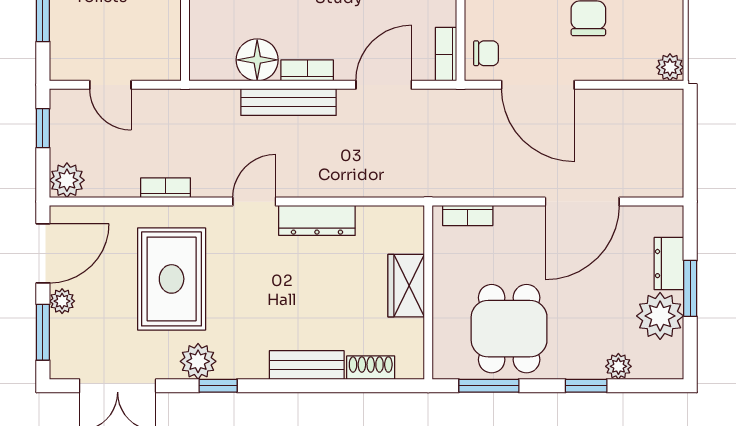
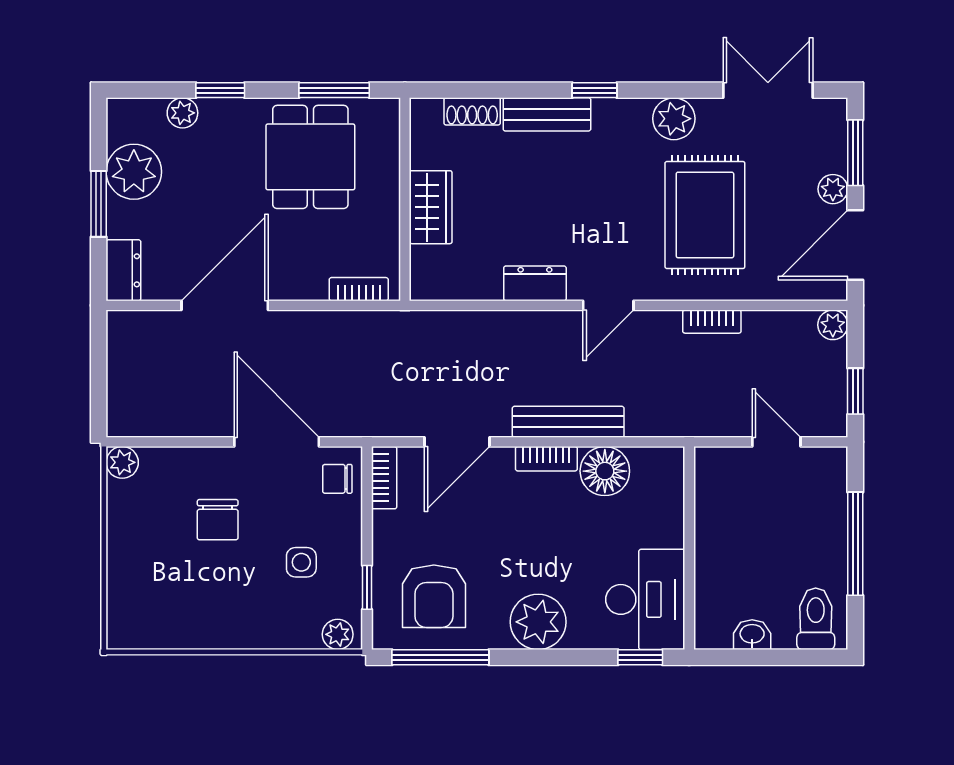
plant: (67, 180) -> (833, 325), width x0.73, depth x0.73
dresser: (317, 220) -> (535, 283), width x0.70
dresser: (669, 264) -> (123, 270), moved
window: (218, 386) -> (594, 90), moved

